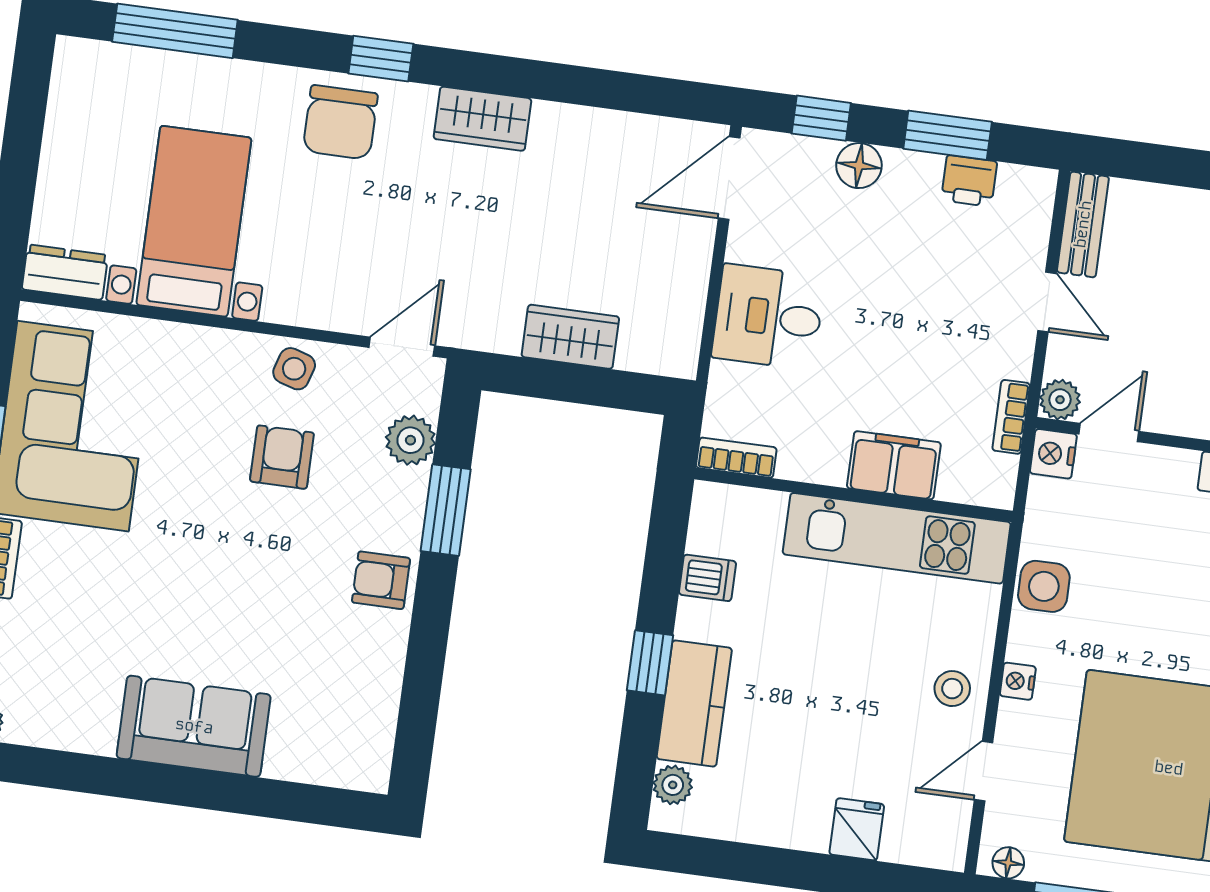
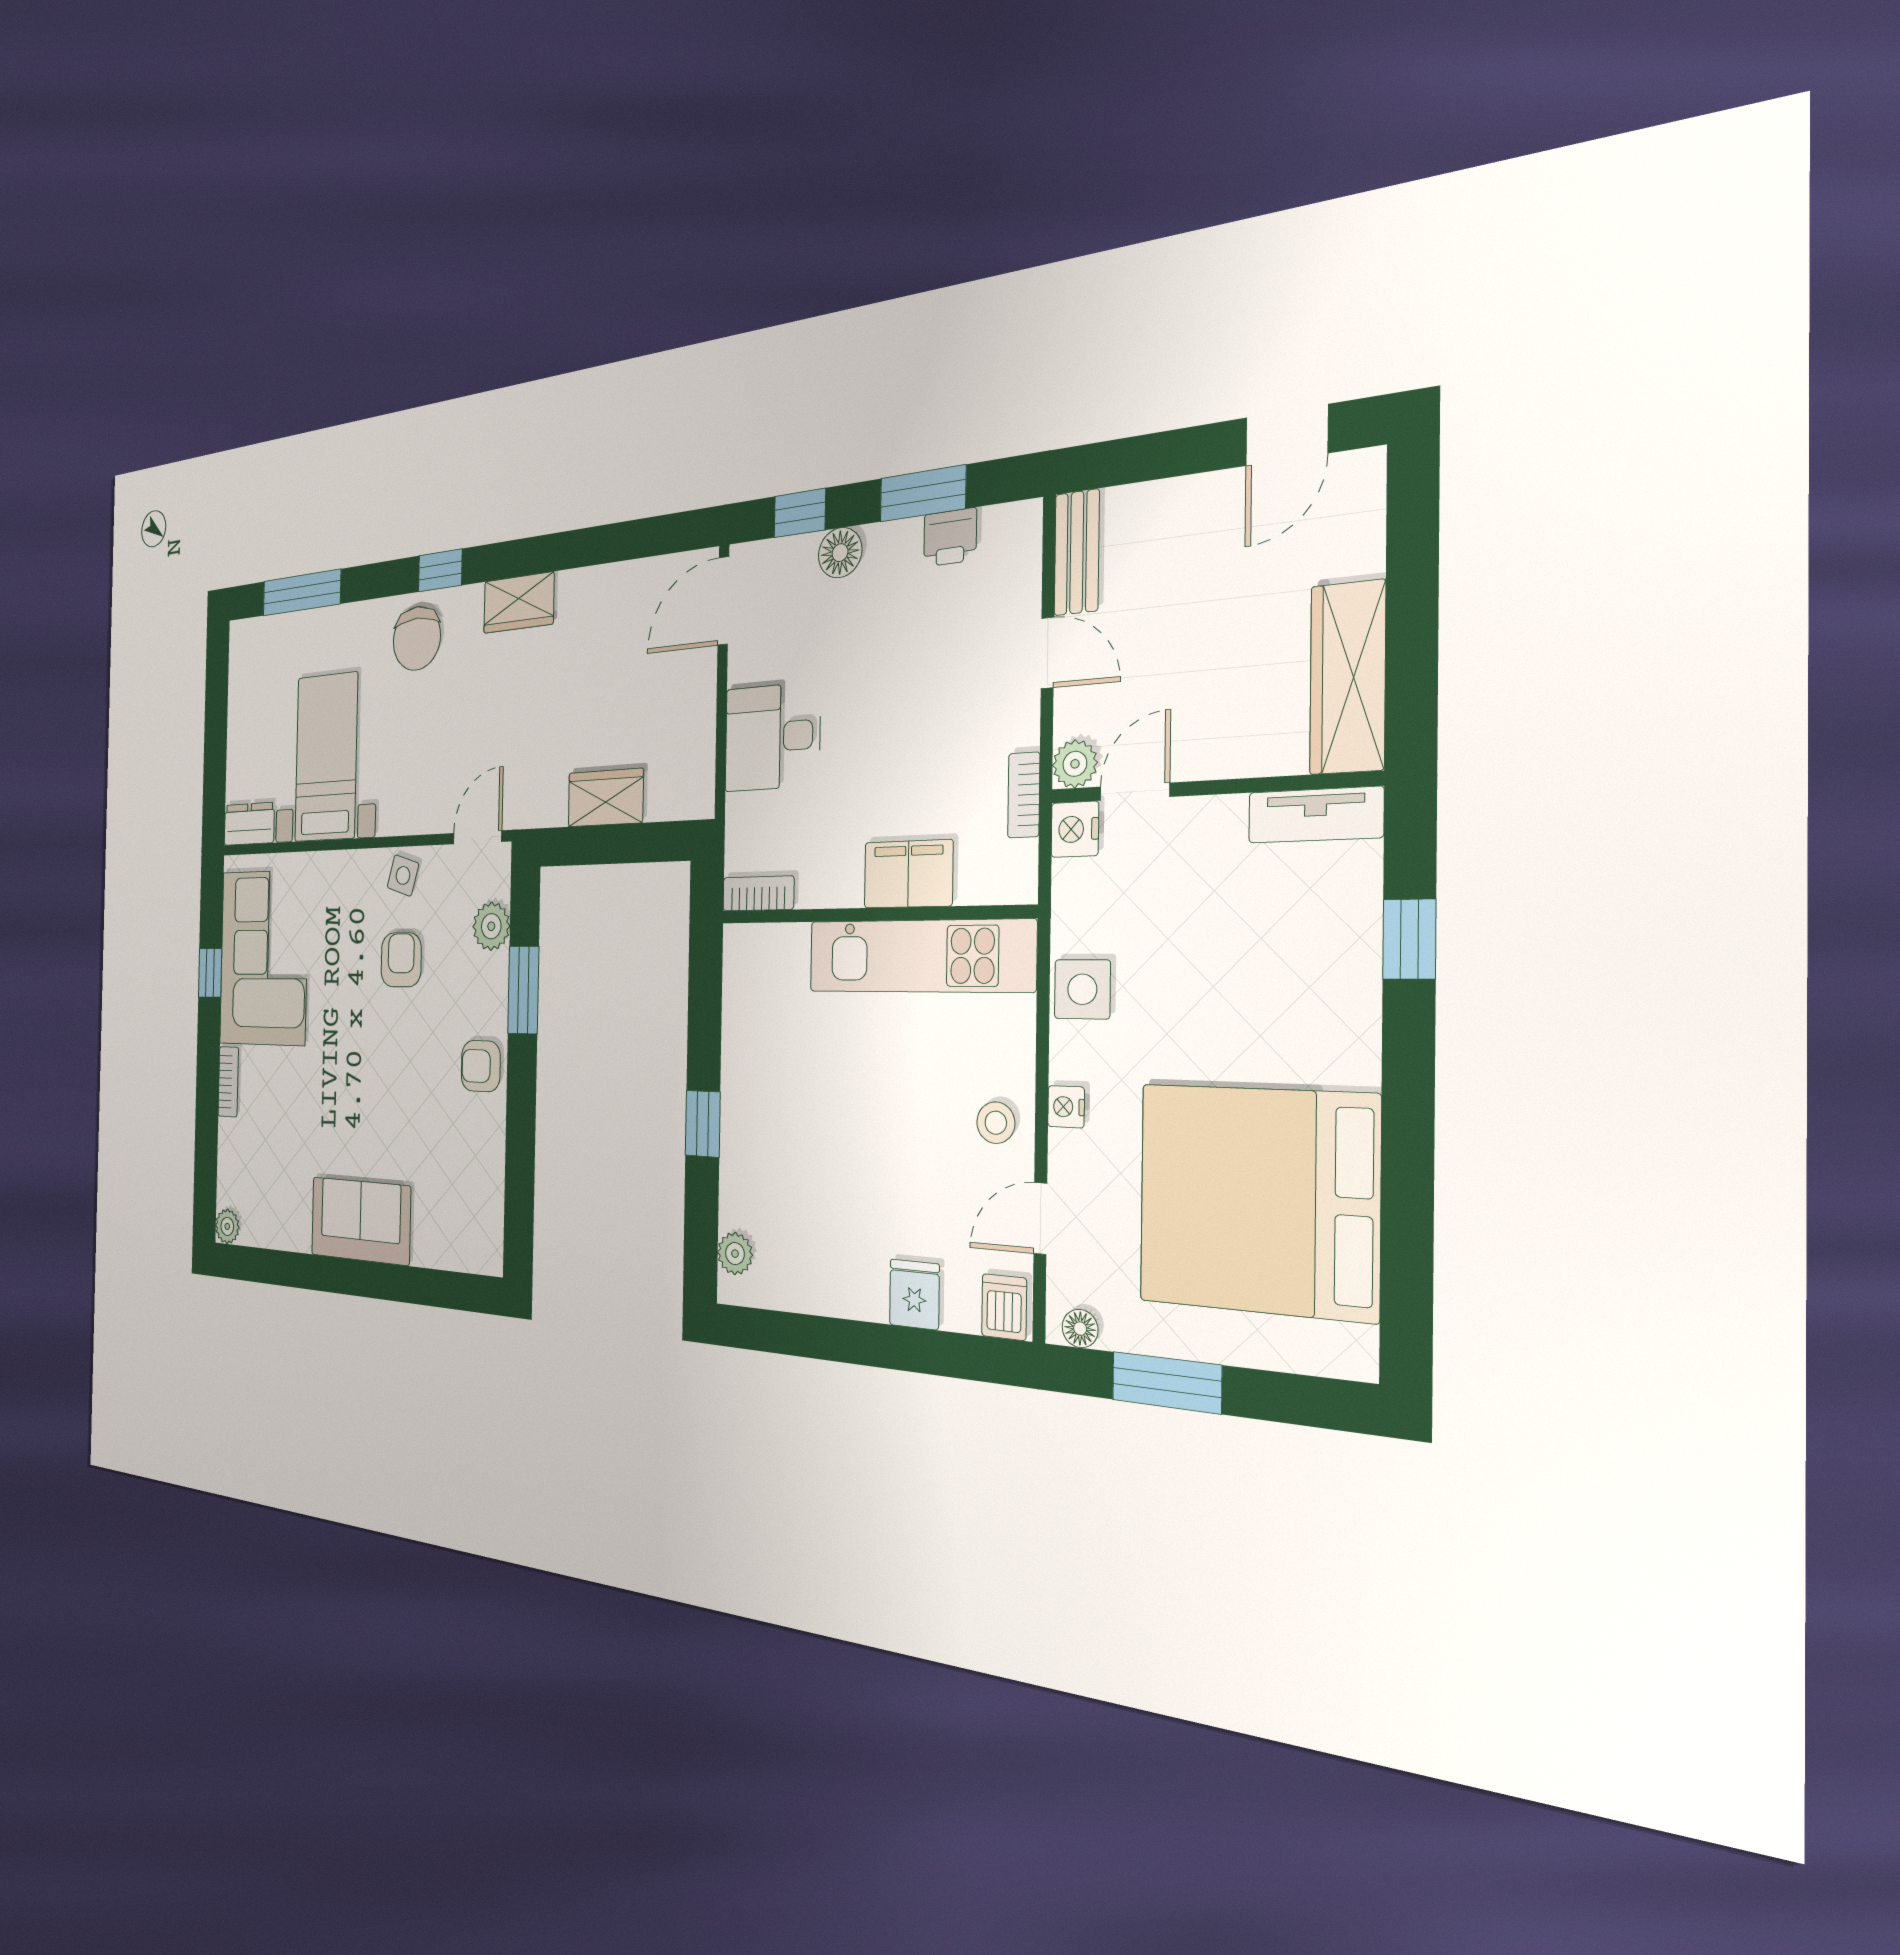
dishwasher: (707, 578) -> (1004, 1307), moved, turned -90
kitchen counter: (694, 703) -> (746, 1164), removed

